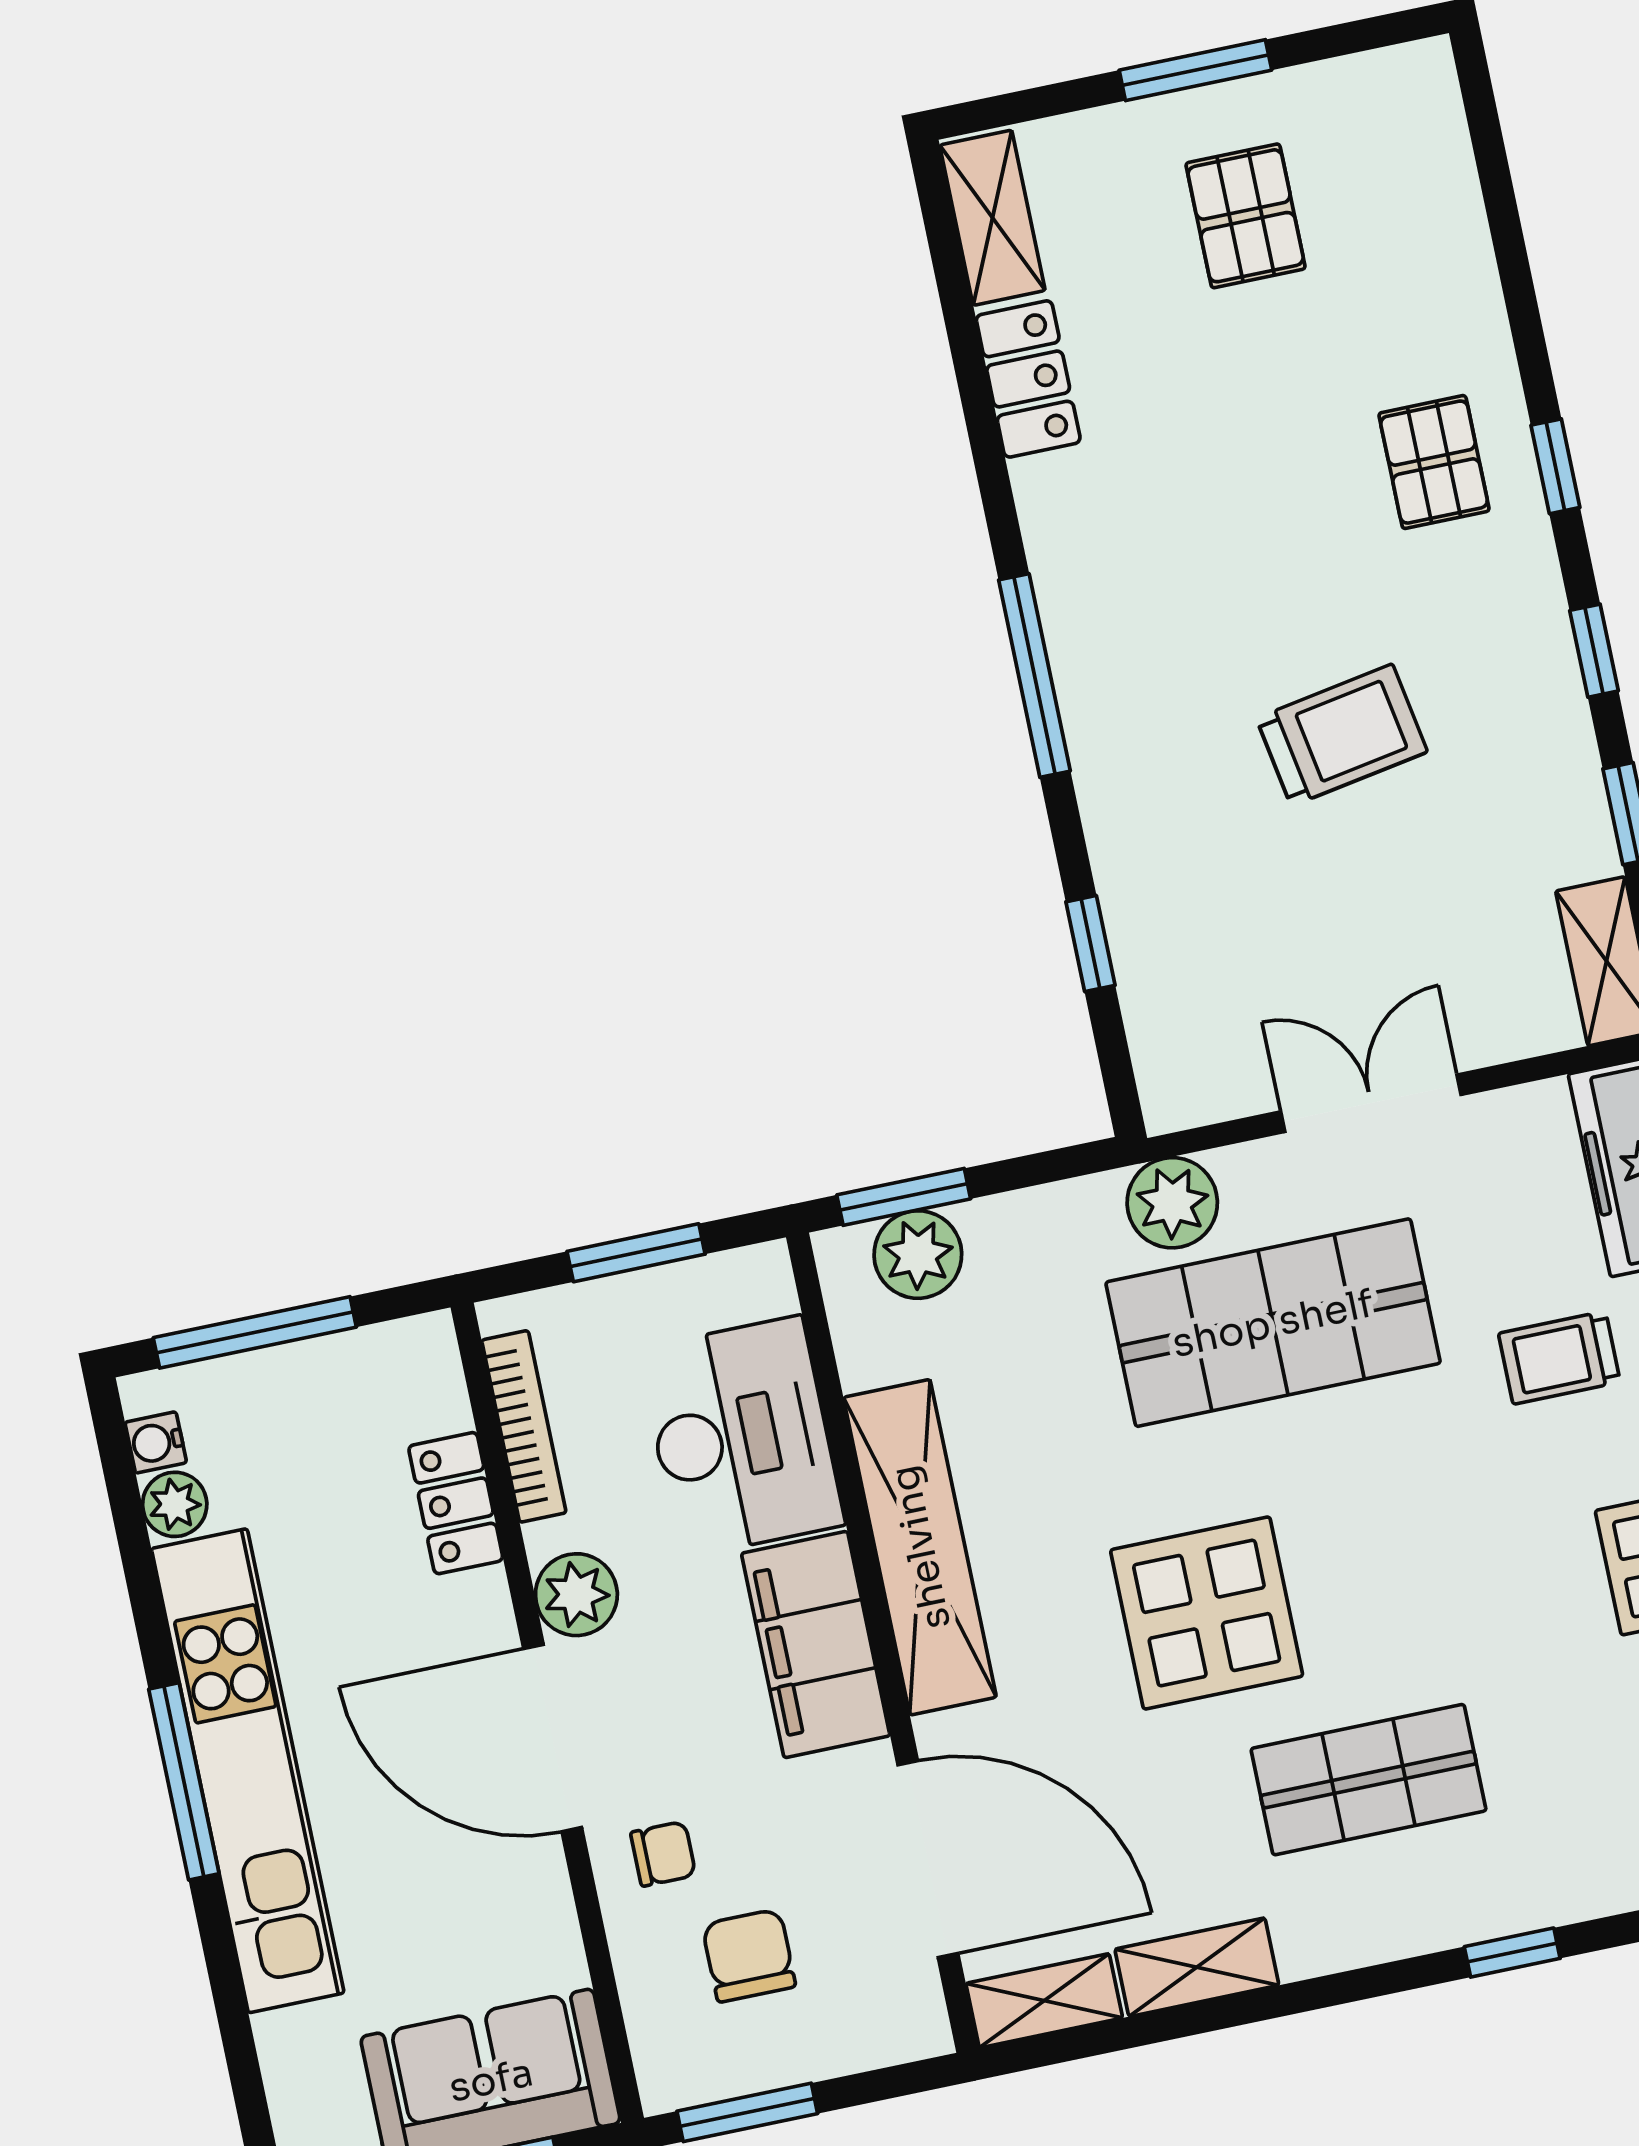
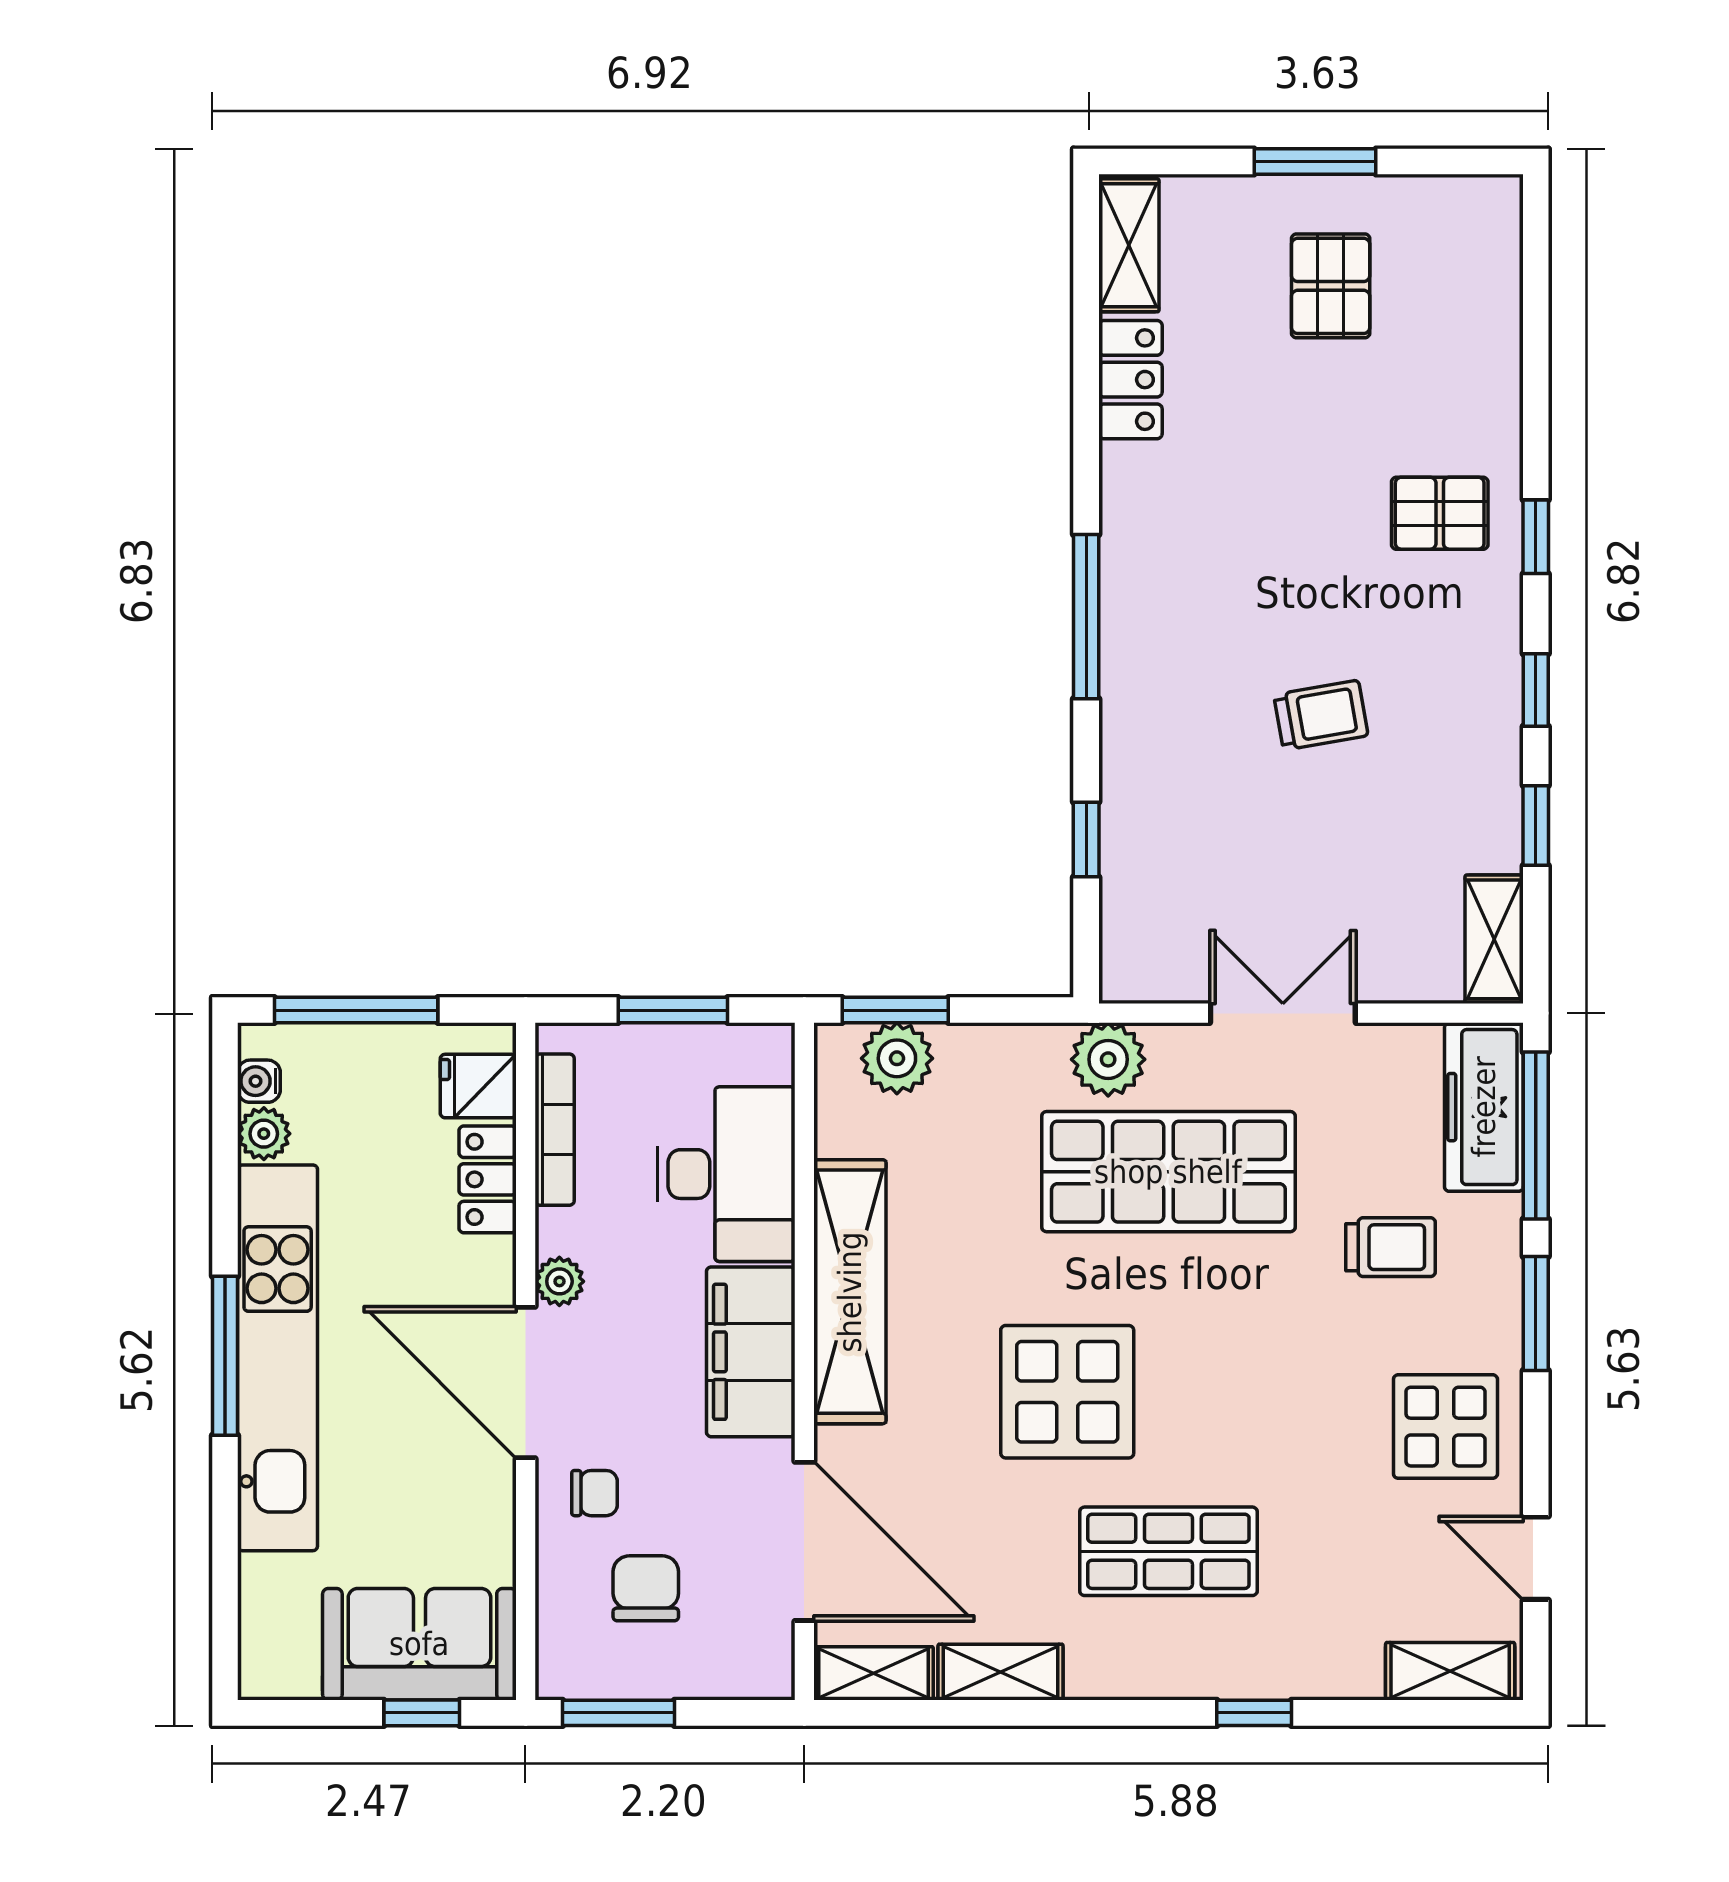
pallet: (1434, 462) -> (1440, 513), turned 90
trolley: (1342, 735) -> (1321, 715), width x0.73, depth x0.72
trolley: (1559, 1358) -> (1391, 1247), turned 180
fridge: (421, 1393) -> (478, 1086), added
plant: (576, 1595) -> (559, 1281), width x0.73, depth x0.73

